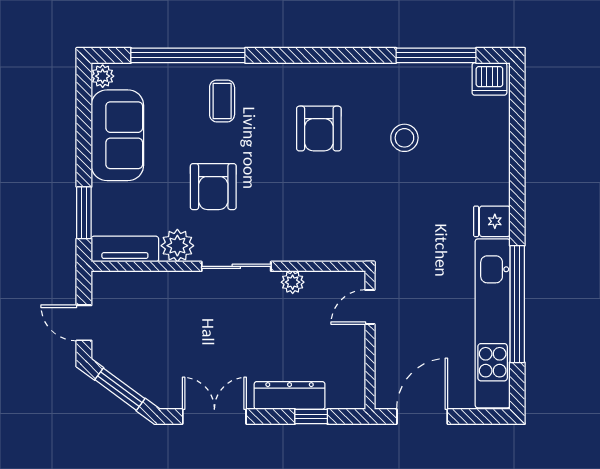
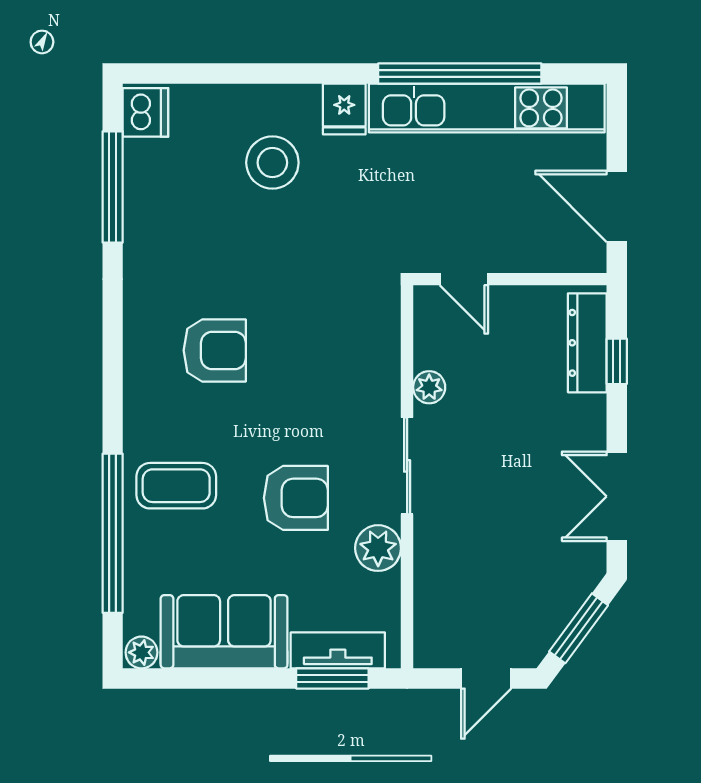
coffee table: (222, 101) -> (176, 486), width x1.36, depth x1.30
stool: (404, 138) -> (272, 163), moved, width x1.38, depth x1.38
tv unit: (125, 249) -> (338, 650), moved, turned 90
dresser: (290, 395) -> (587, 343), moved

